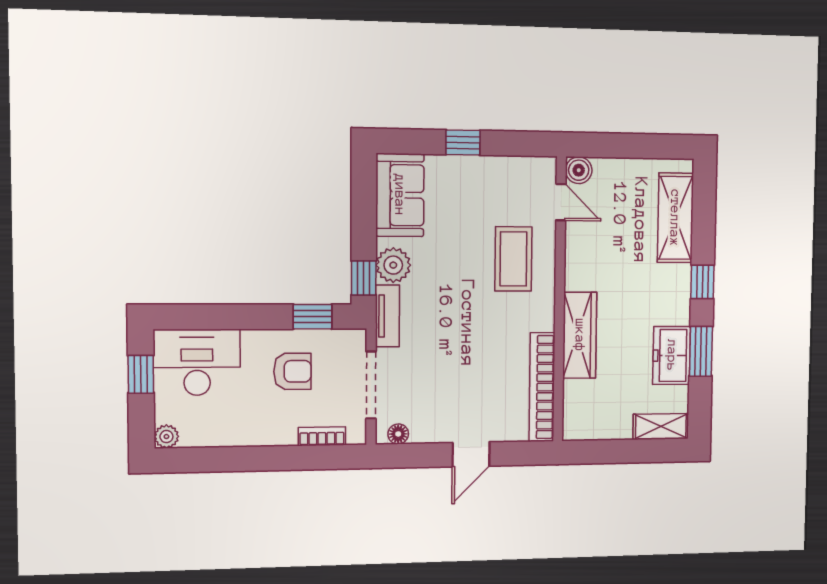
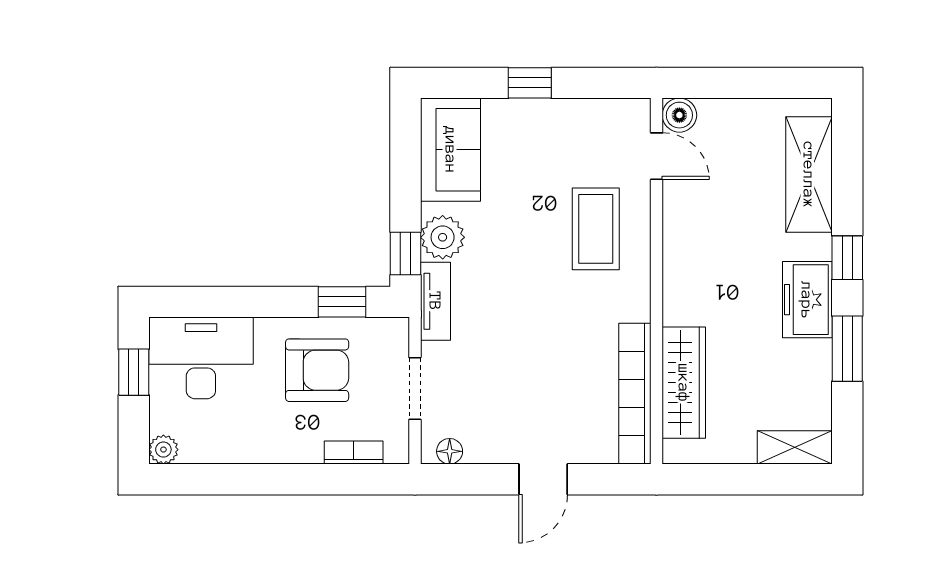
wardrobe: (580, 335) -> (684, 383), moved
freezer: (672, 355) -> (807, 300), moved
armchair: (292, 371) -> (317, 370), width x1.38, depth x1.38
doorway: (371, 385) -> (415, 388), width x0.73

